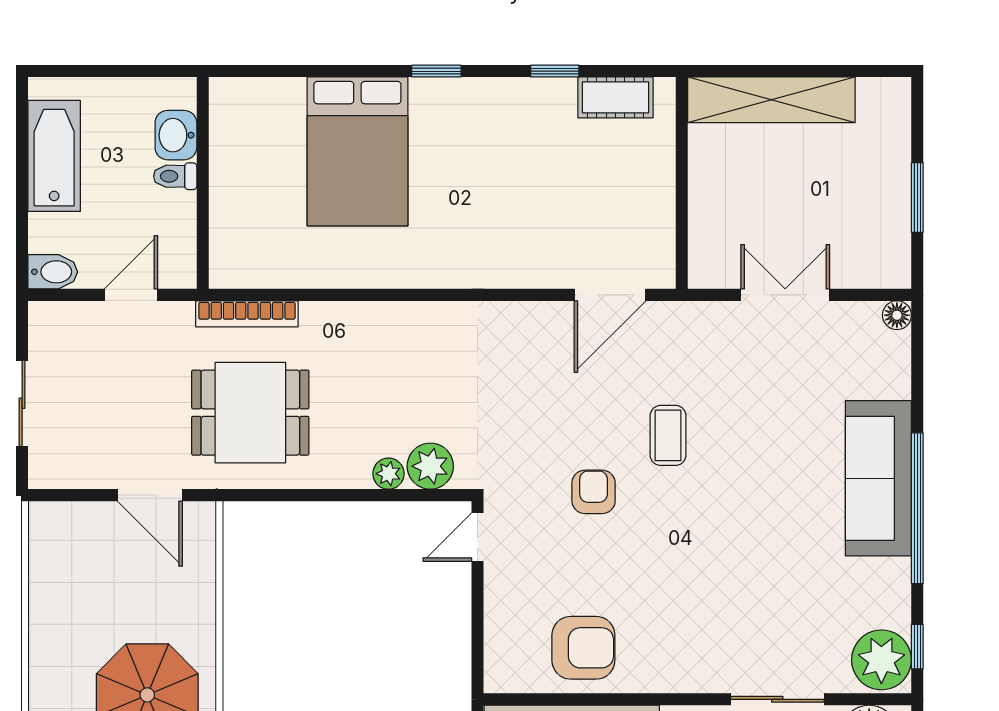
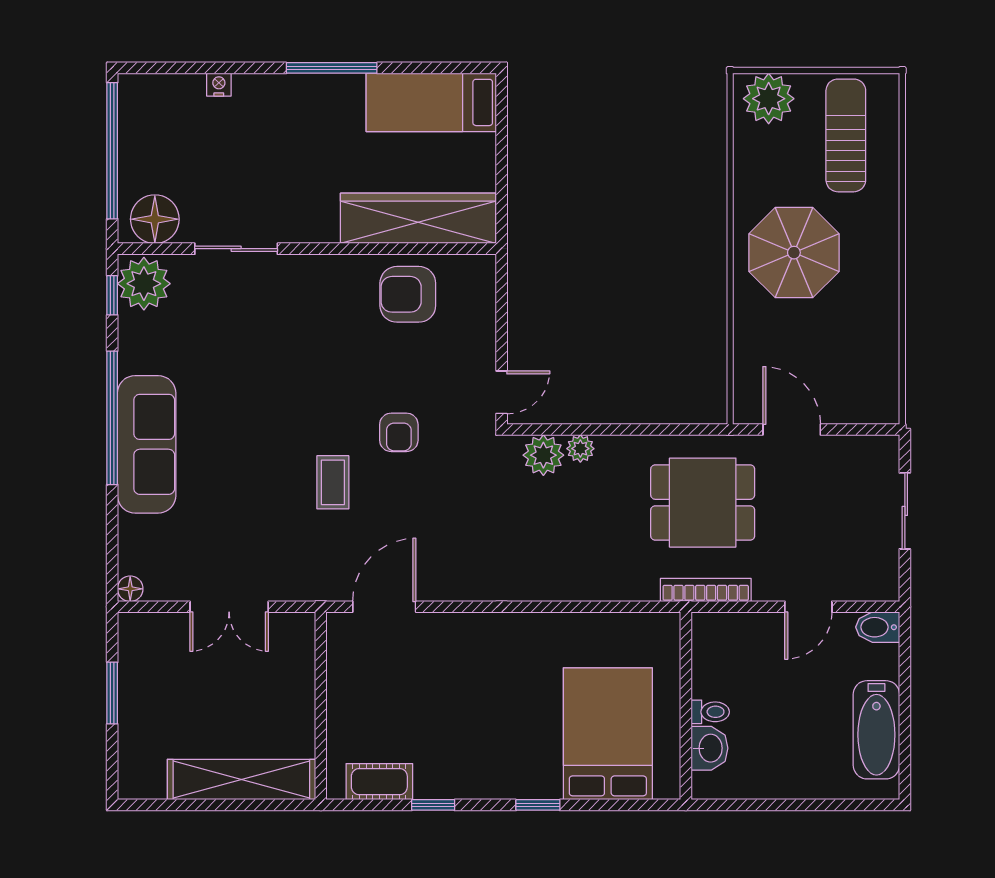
washbasin: (176, 135) -> (710, 748), moved
toilet: (175, 176) -> (710, 712), moved
wall: (203, 183) -> (686, 706), moved

